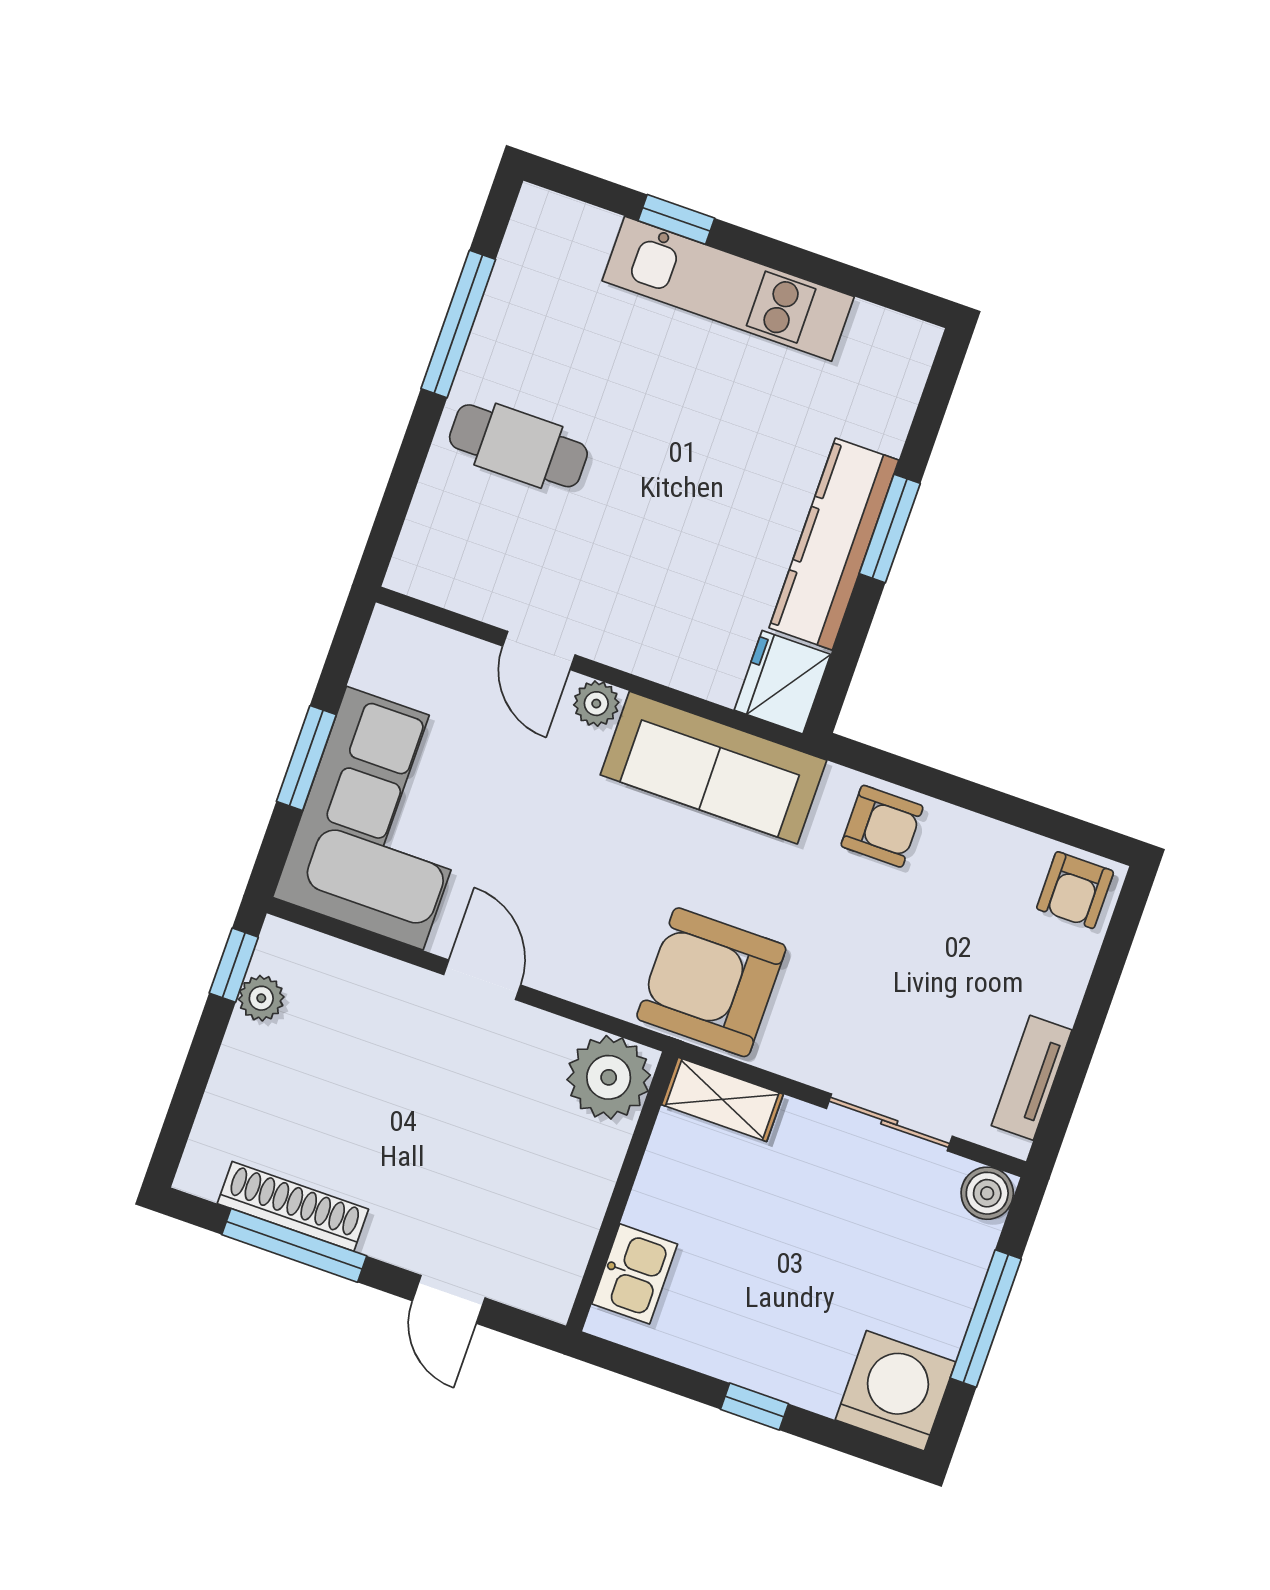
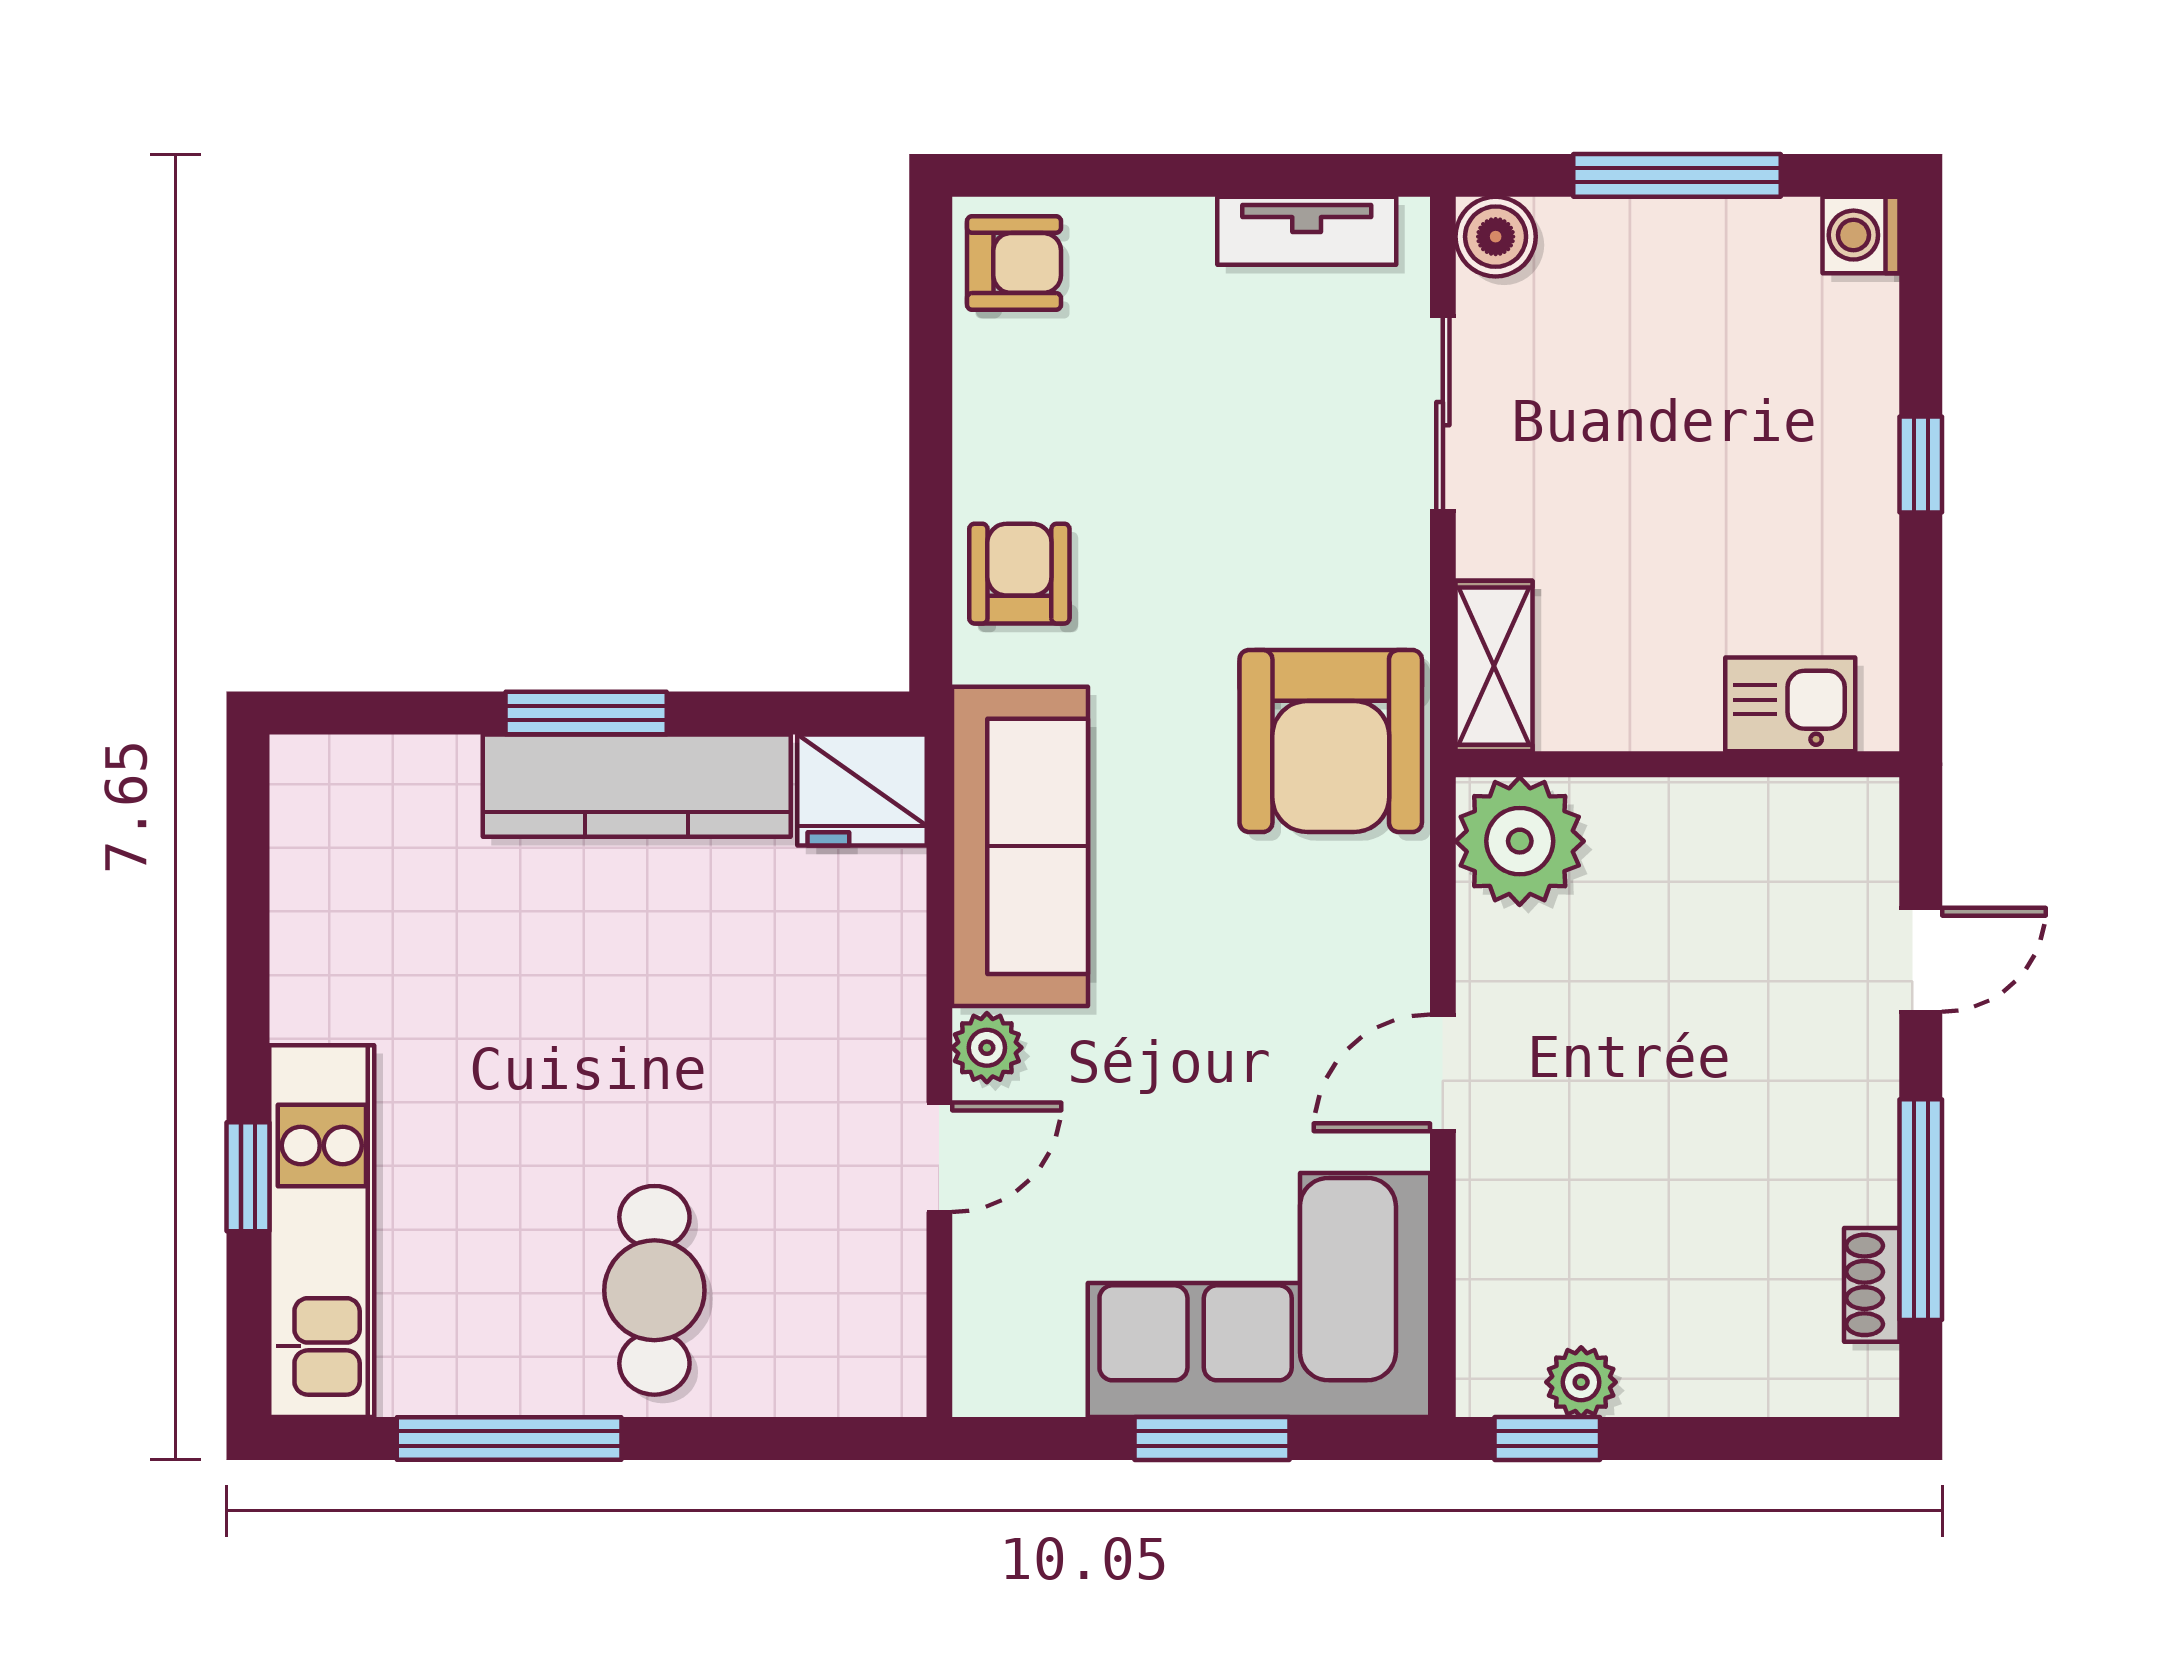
kitchen unit: (728, 289) -> (322, 1231), moved
shoe rack: (293, 1206) -> (1872, 1285), width x0.51, depth x0.81
washing machine: (895, 1391) -> (1861, 235), width x0.53, depth x0.53

